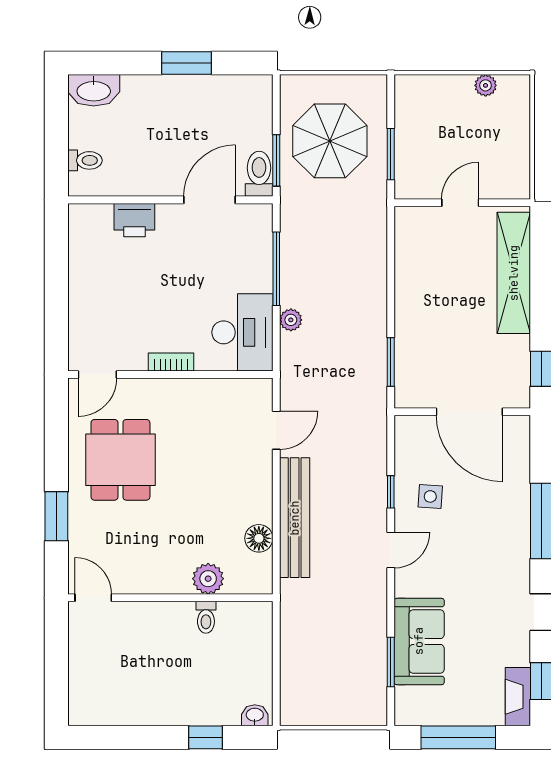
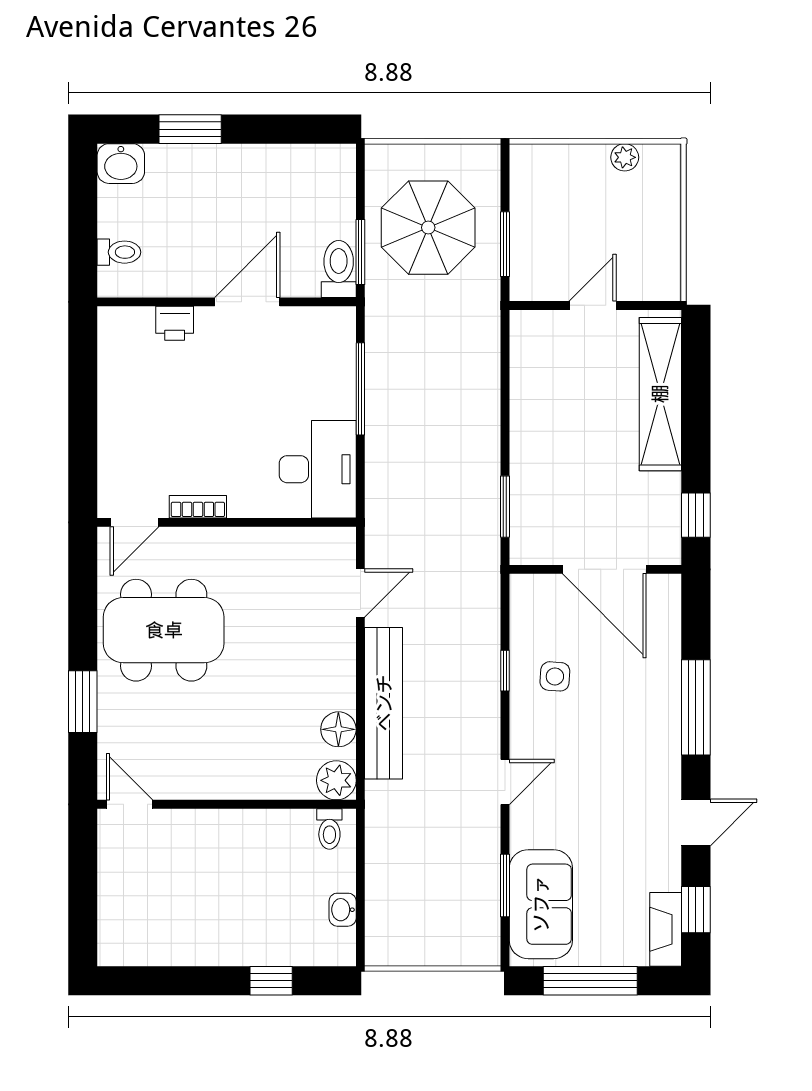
window: (186, 63) -> (190, 129), moved
washbasin: (94, 90) -> (121, 164), width x0.72
door: (210, 200) -> (247, 302), moved
printer: (134, 220) -> (175, 323), width x0.73, depth x0.81
plant: (291, 320) -> (379, 453), removed
bookcase: (171, 362) -> (198, 507), moved
dining table: (120, 460) -> (164, 630), width x1.38
door: (391, 550) -> (505, 782), moved
plant: (208, 579) -> (336, 780), moved
toilet: (206, 617) -> (329, 829), moved
sofa: (419, 641) -> (541, 904), moved
washbasin: (255, 715) -> (343, 910), moved, turned -90

